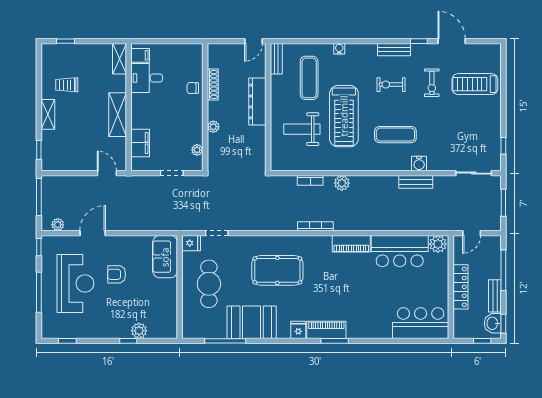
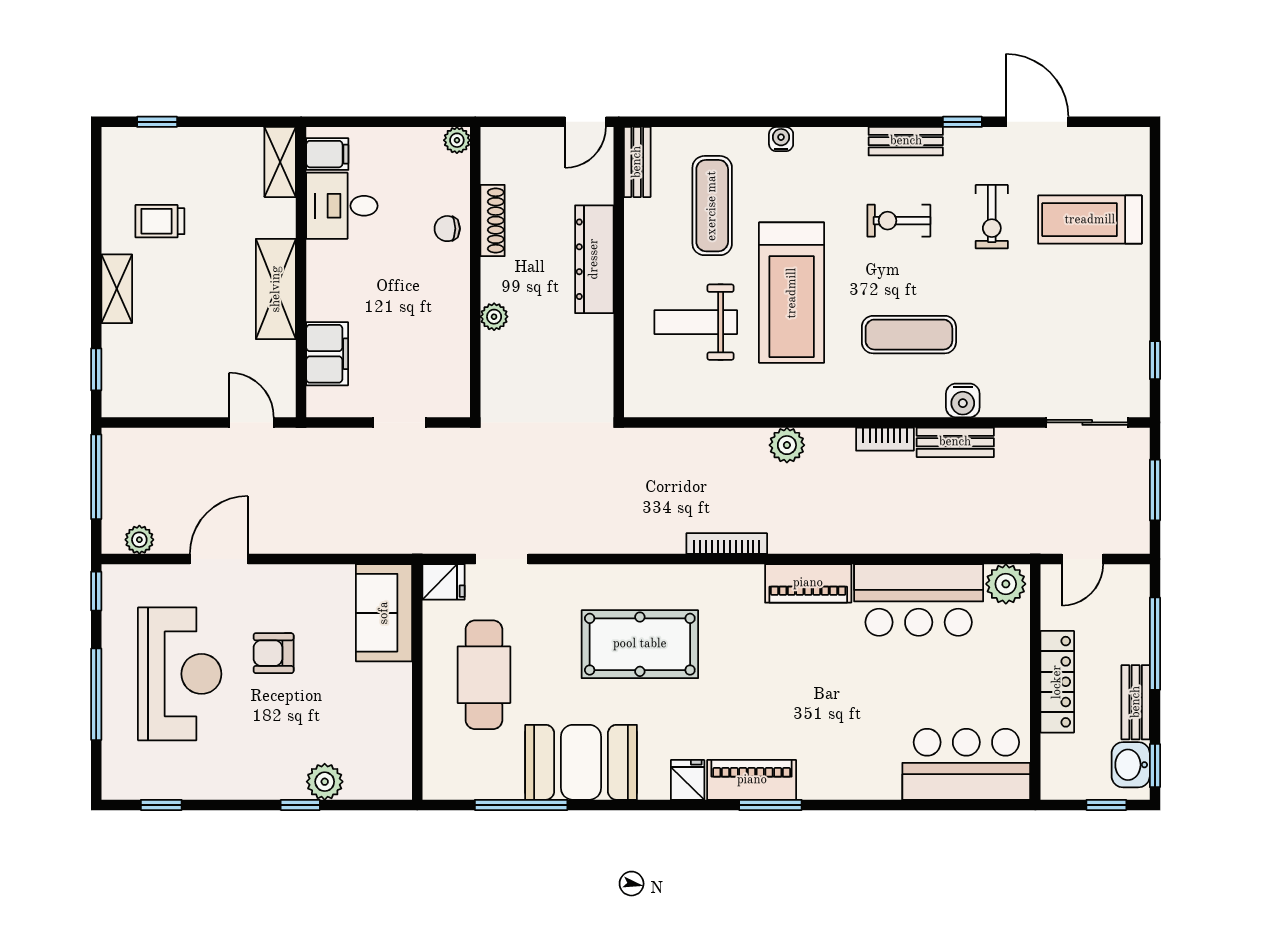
plant: (197, 150) -> (457, 140), moved
bookcase: (310, 180) -> (885, 439), moved

